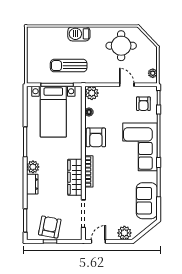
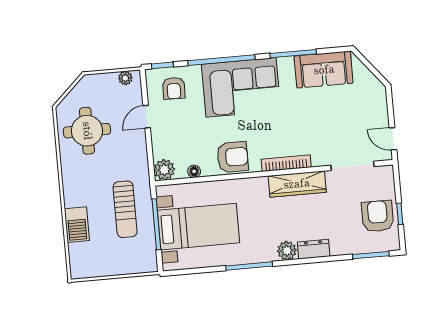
barbecue: (79, 34) -> (77, 225), moved
armchair: (143, 104) -> (174, 88), turned 91
armchair: (50, 227) -> (378, 216), turned 79
plant: (124, 233) -> (376, 100), removed

